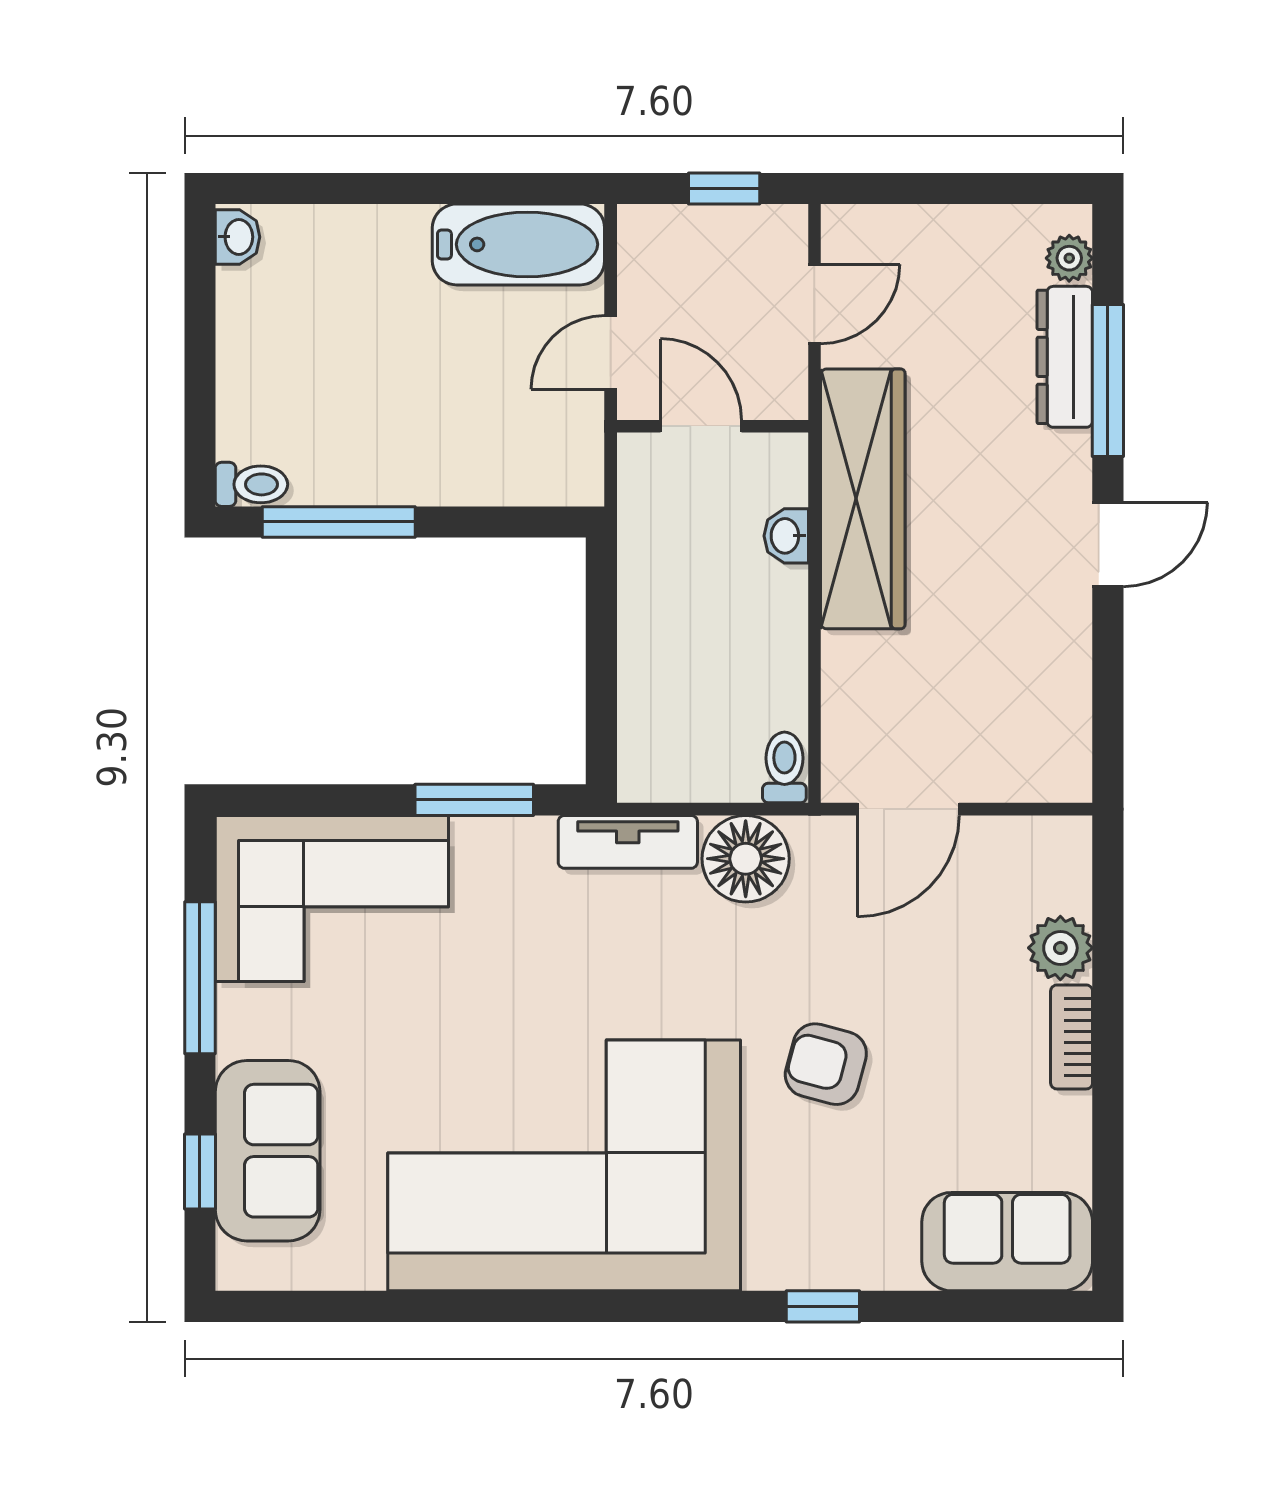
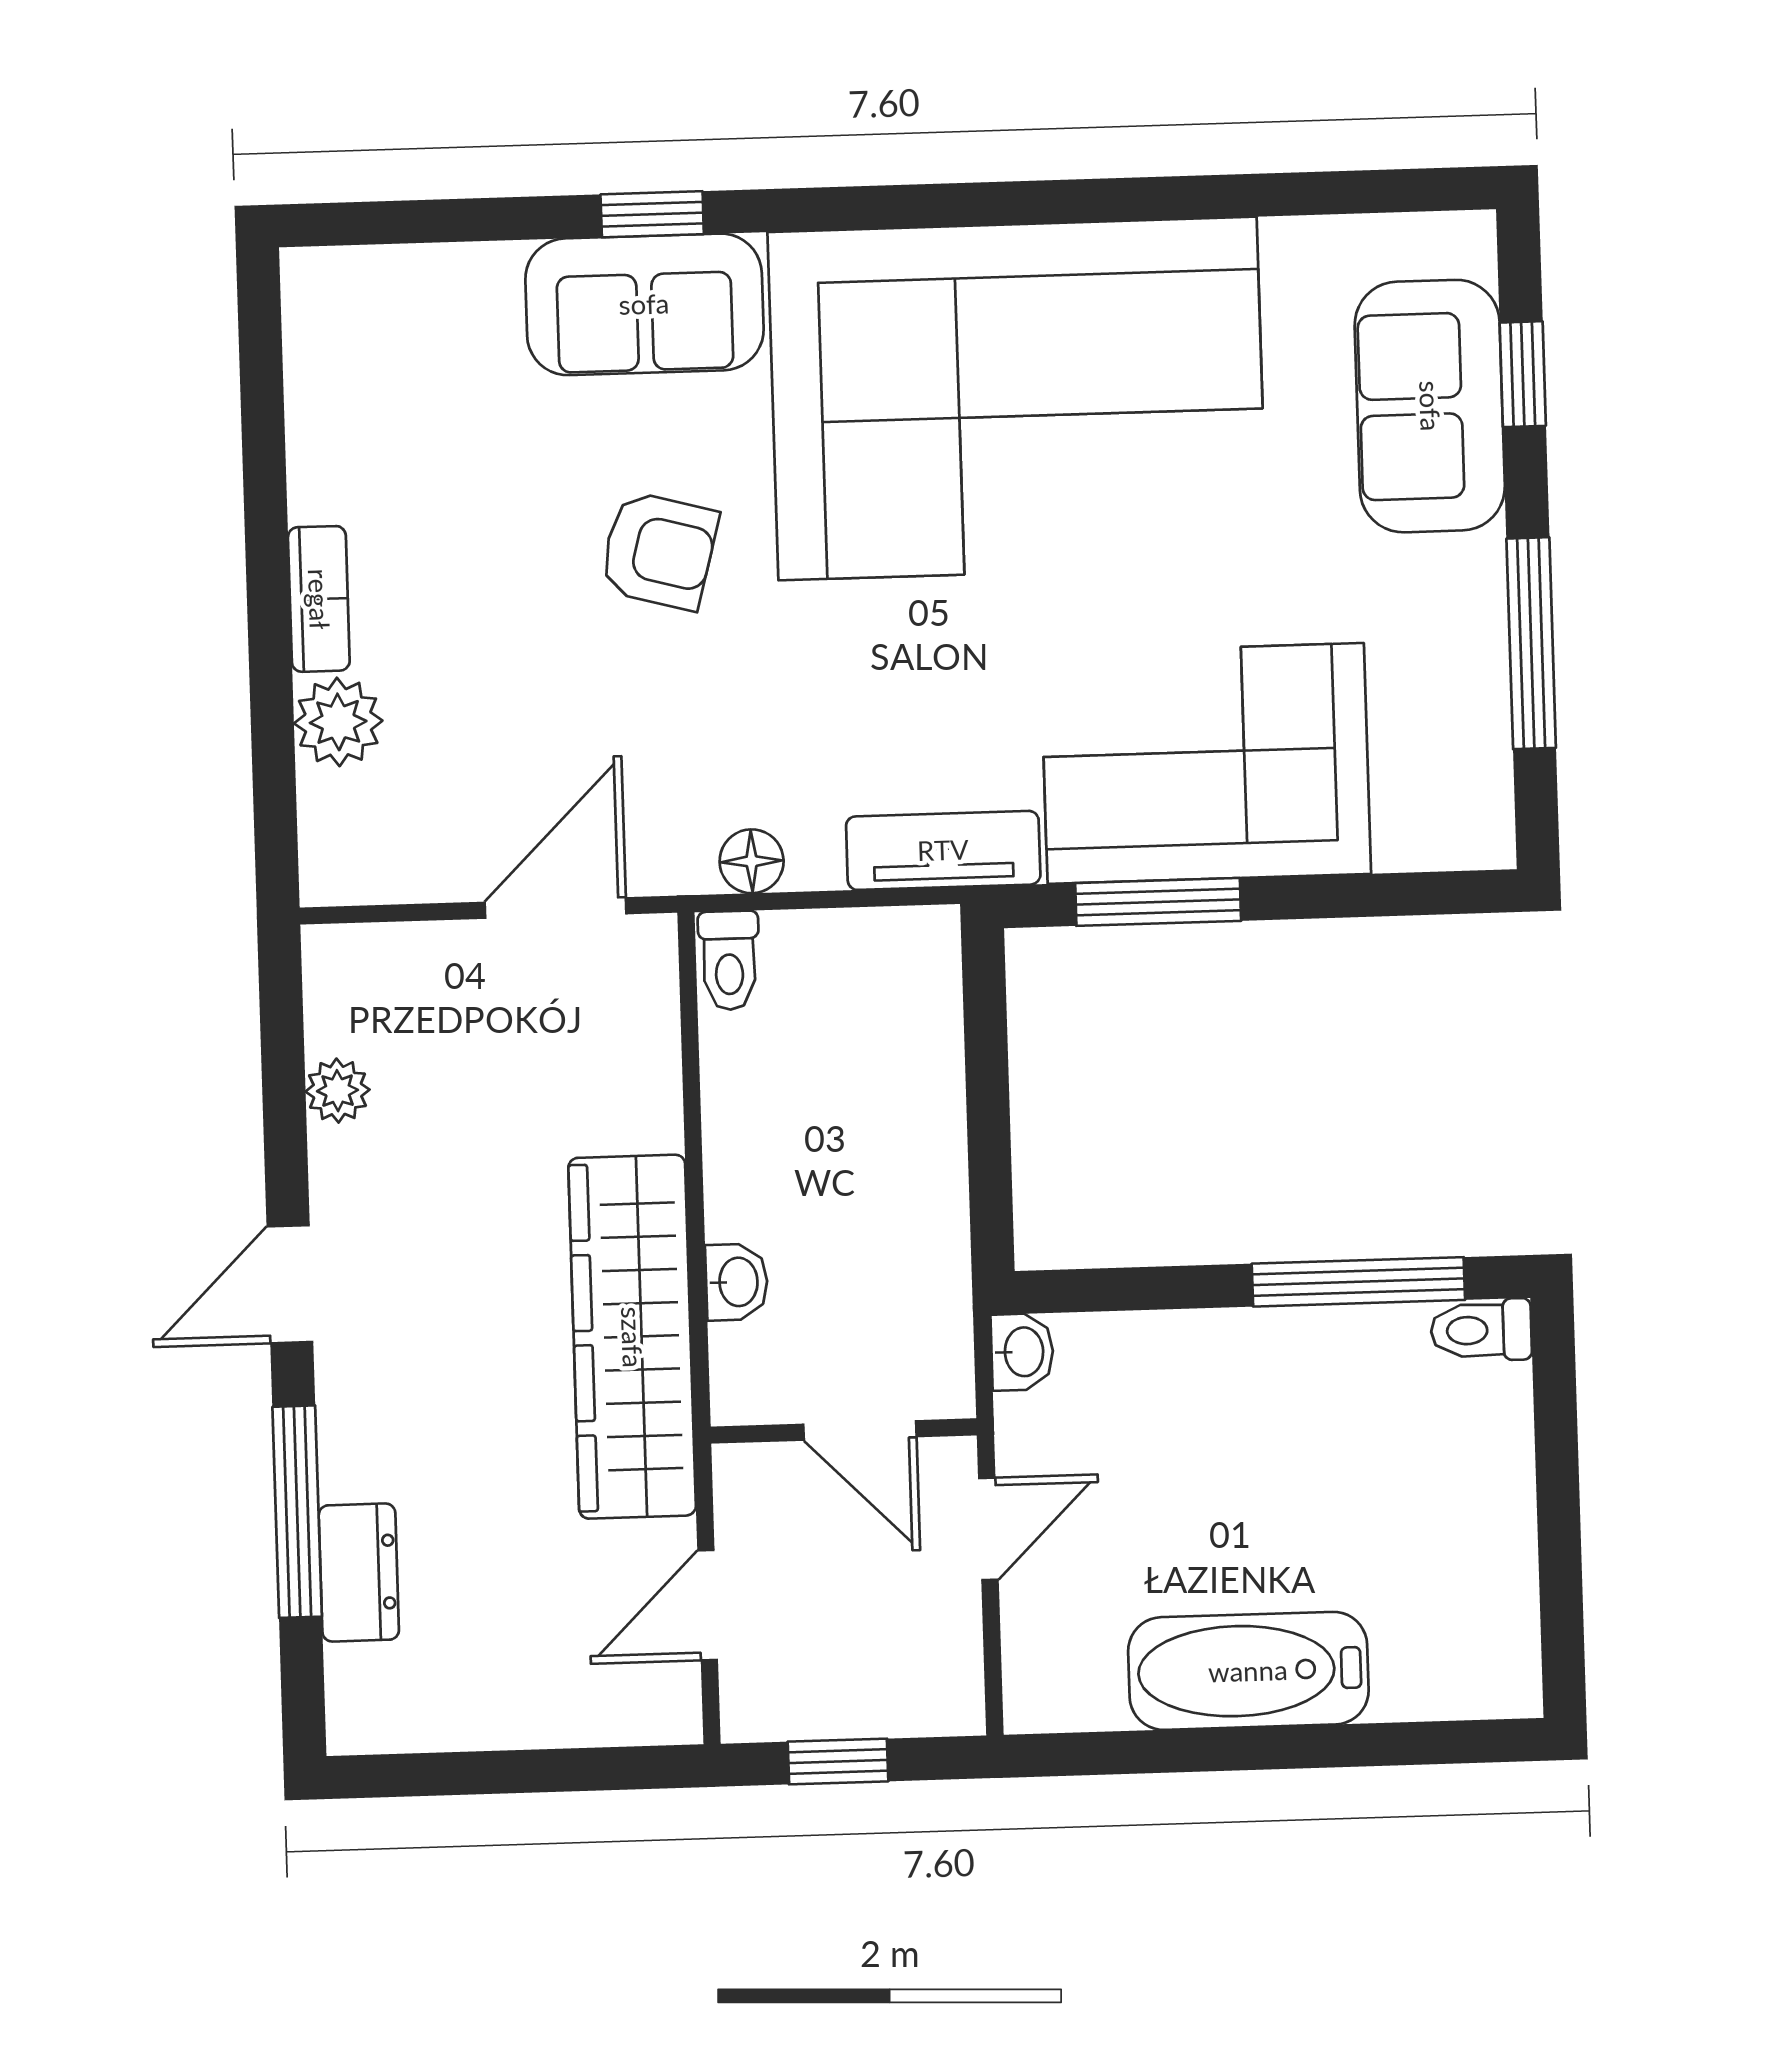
washbasin: (238, 237) -> (1022, 1352), moved, turned 180
bathtub: (518, 244) -> (1248, 1671), moved
plant: (1069, 258) -> (338, 1091), moved
dresser: (1065, 357) -> (359, 1572), width x0.70
floor lamp: (746, 859) -> (752, 861), width x0.53, depth x0.53
corner sofa: (332, 898) -> (1206, 763), moved
sofa: (1007, 1242) -> (644, 304), moved

